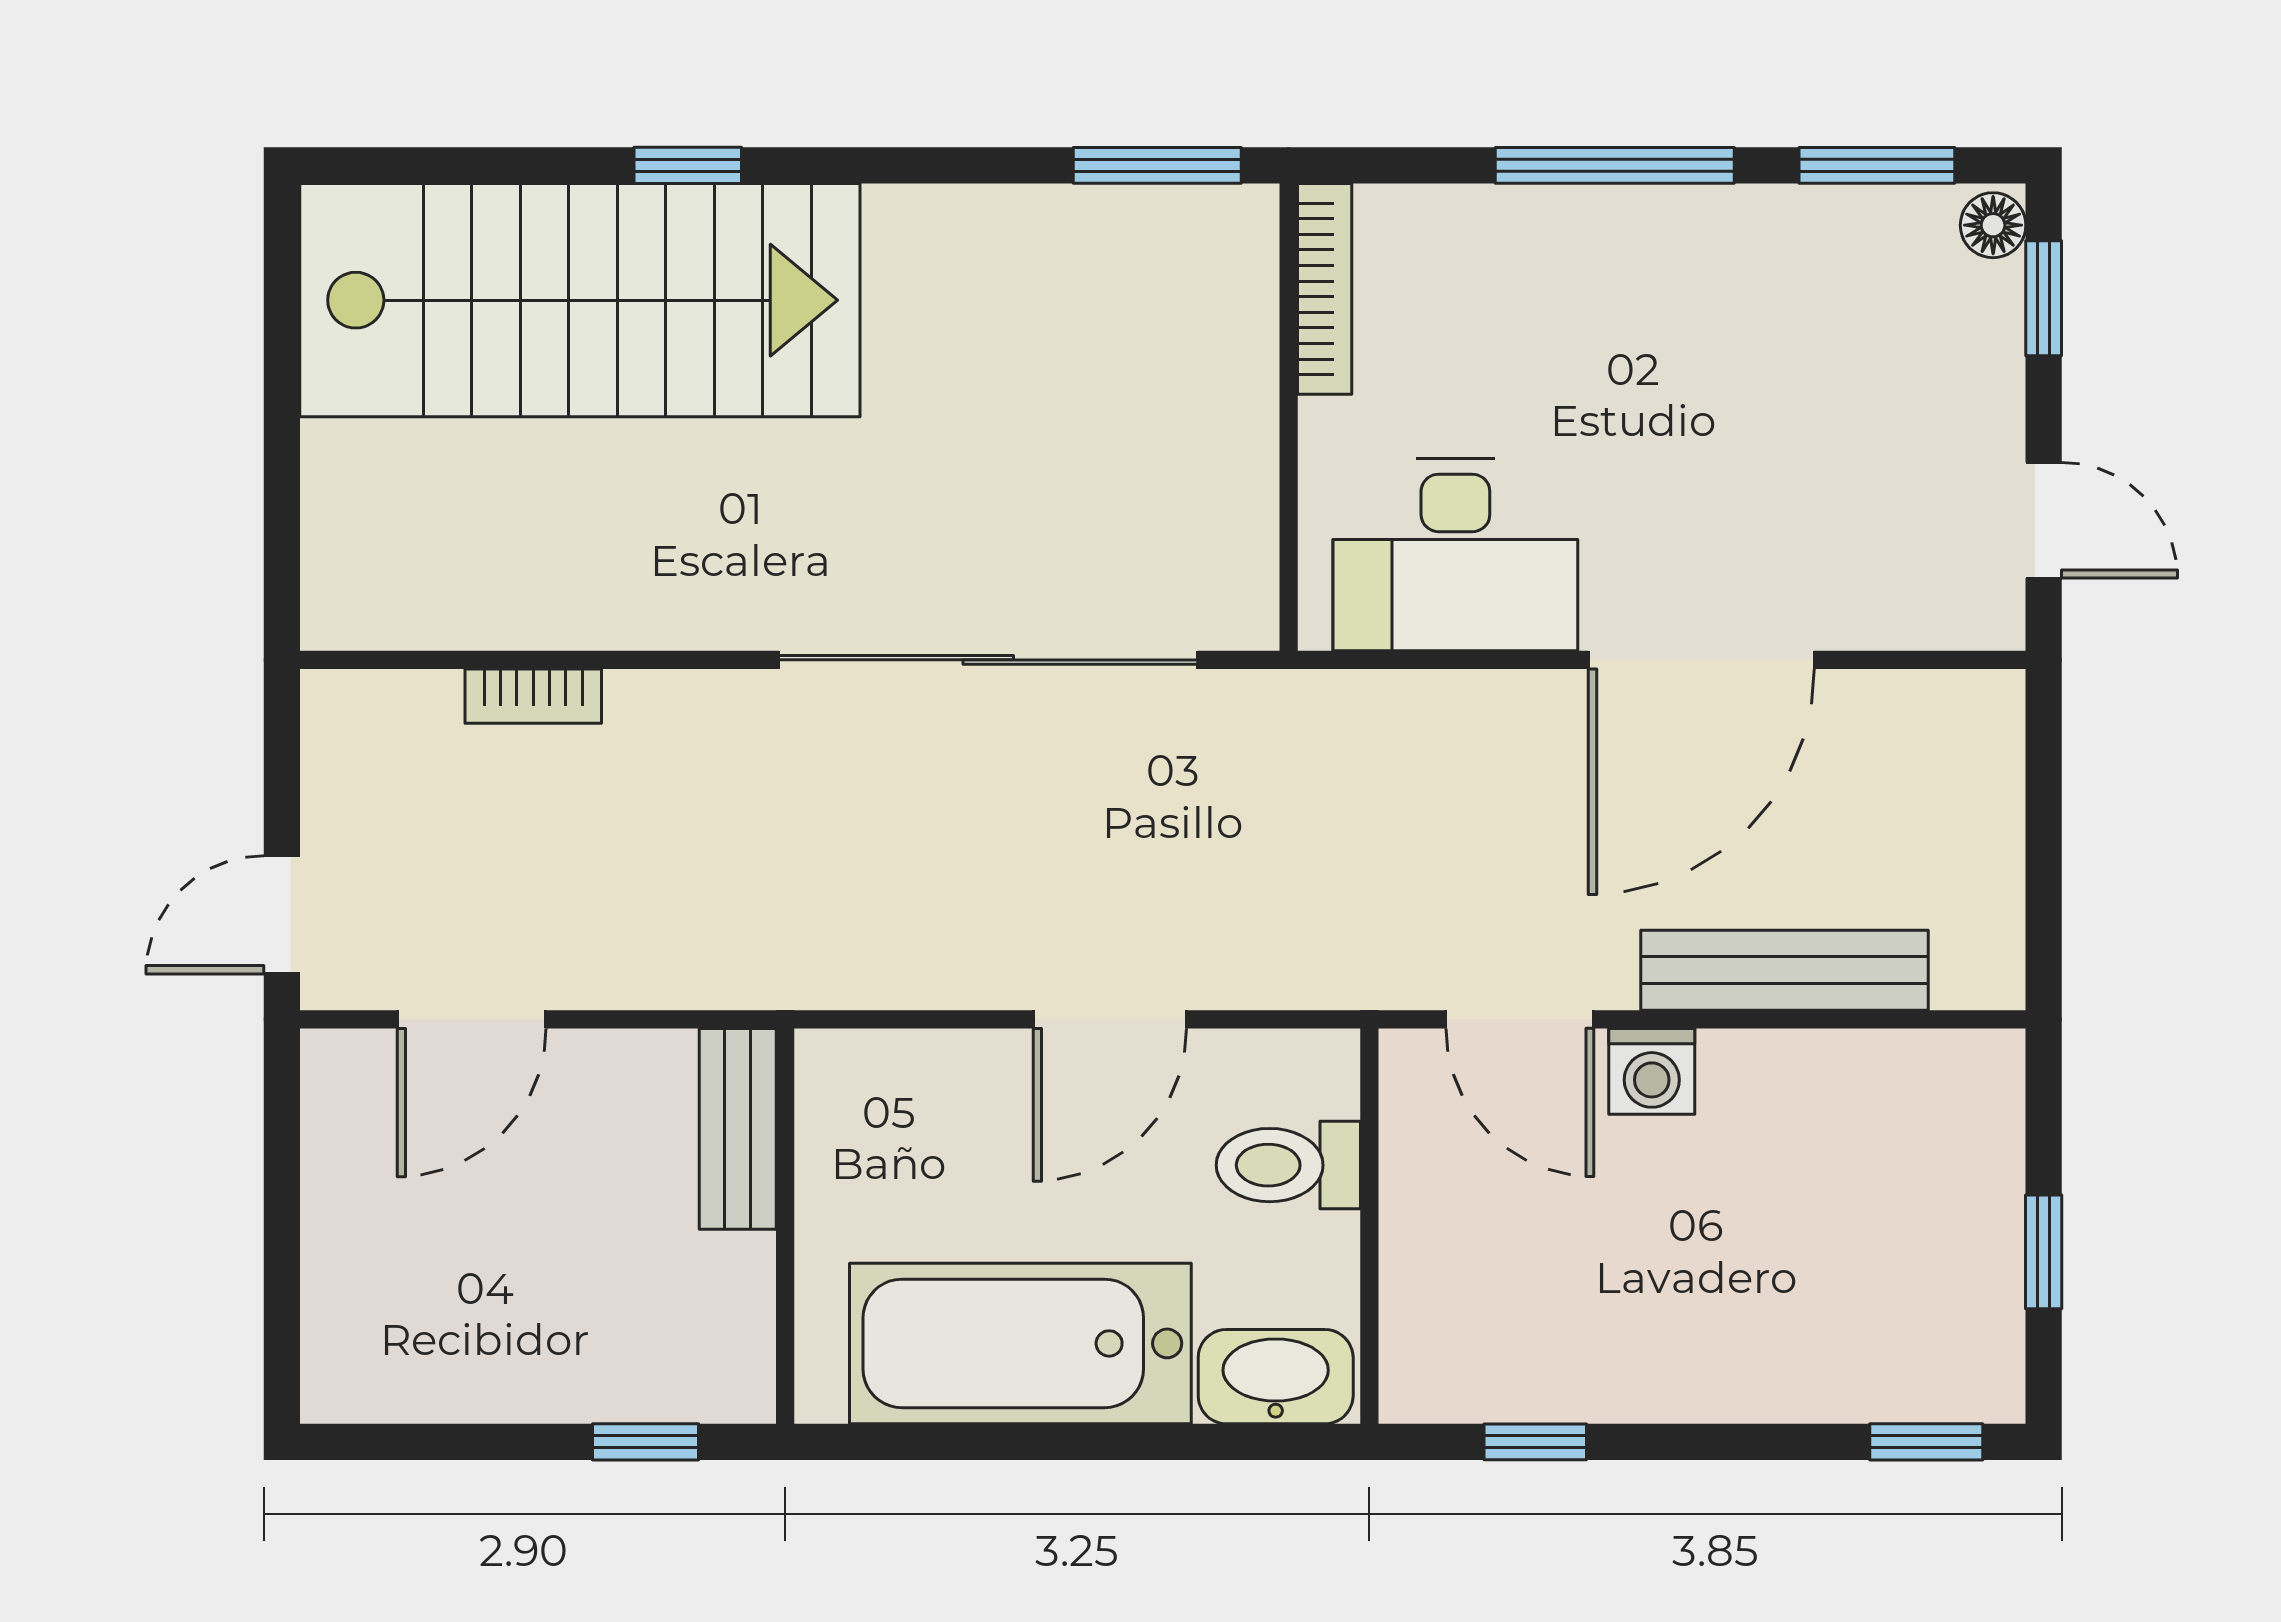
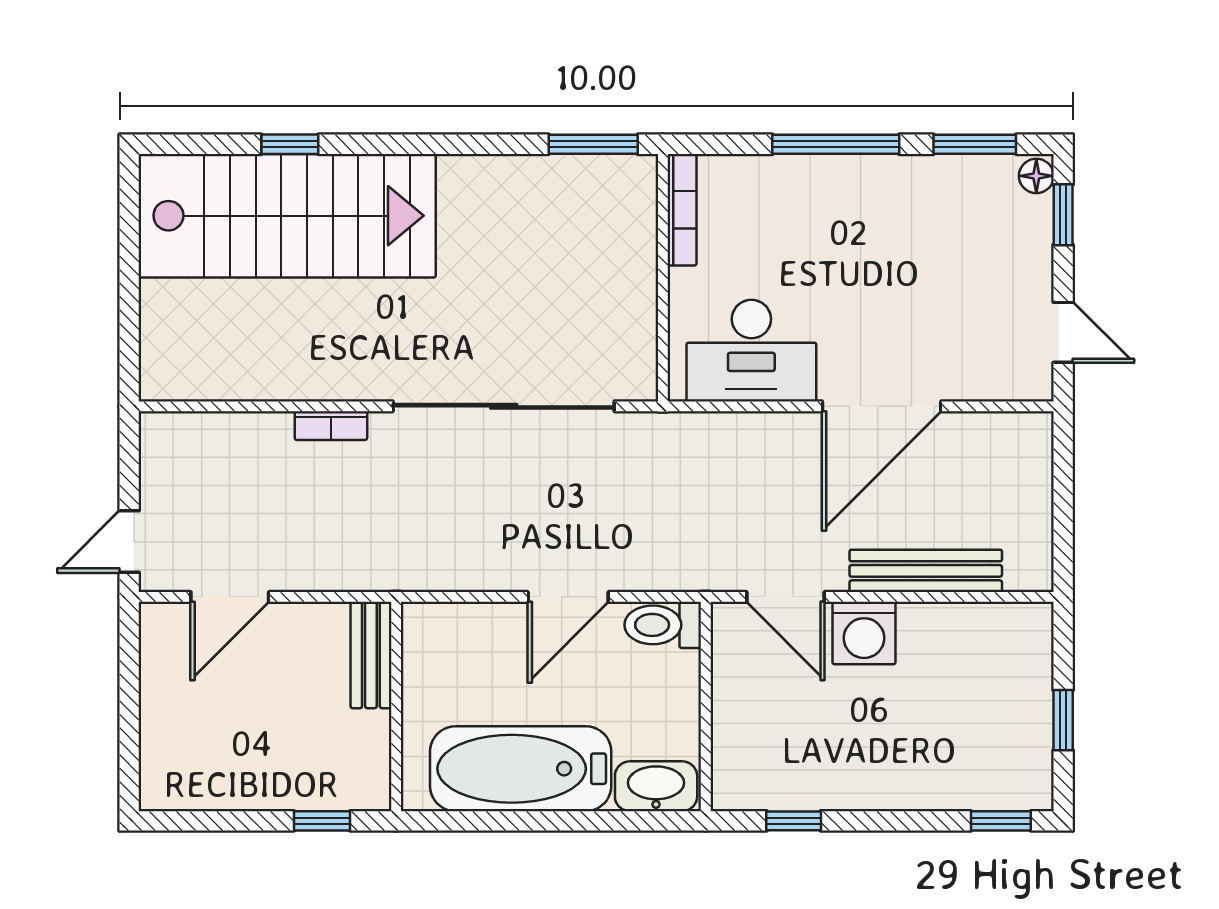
window: (688, 165) -> (290, 144), moved
bookcase: (533, 696) -> (331, 426), moved
washing machine: (1652, 1071) -> (864, 633), width x1.38, depth x1.38
toilet: (1288, 1165) -> (663, 625), moved

